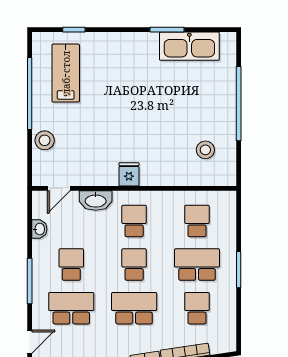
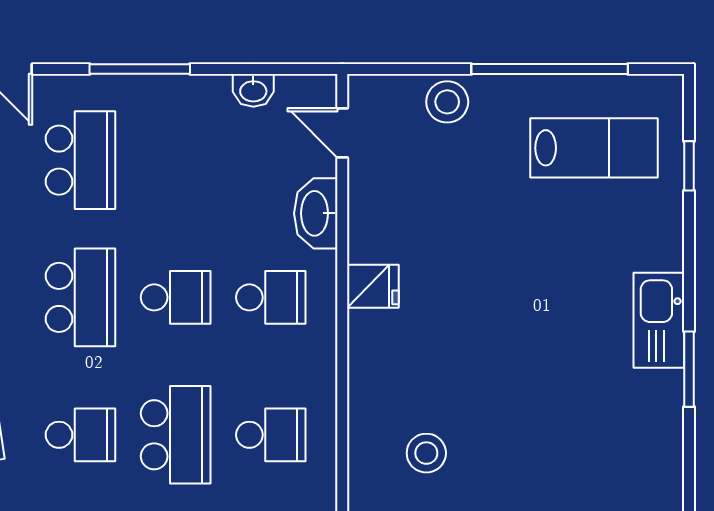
kitchen sink: (189, 46) -> (659, 320), moved, width x0.73, depth x0.81
school desk: (71, 265) -> (176, 160), removed

